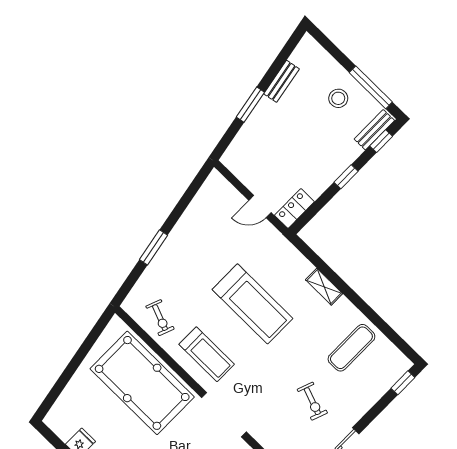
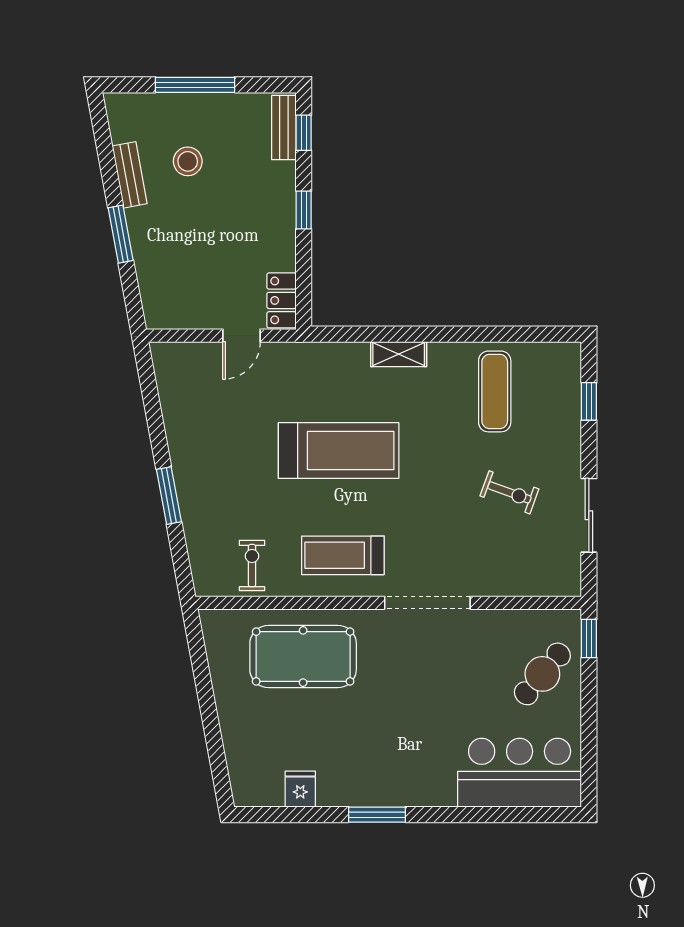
window: (371, 87) -> (195, 85), moved
stool: (338, 98) -> (188, 161), moved
exercise bike: (160, 318) -> (252, 566), turned -111
treadmill: (207, 354) -> (343, 555), turned 180
pool table: (142, 383) -> (303, 657), width x0.73, depth x0.76
window: (403, 383) -> (589, 401), moved

